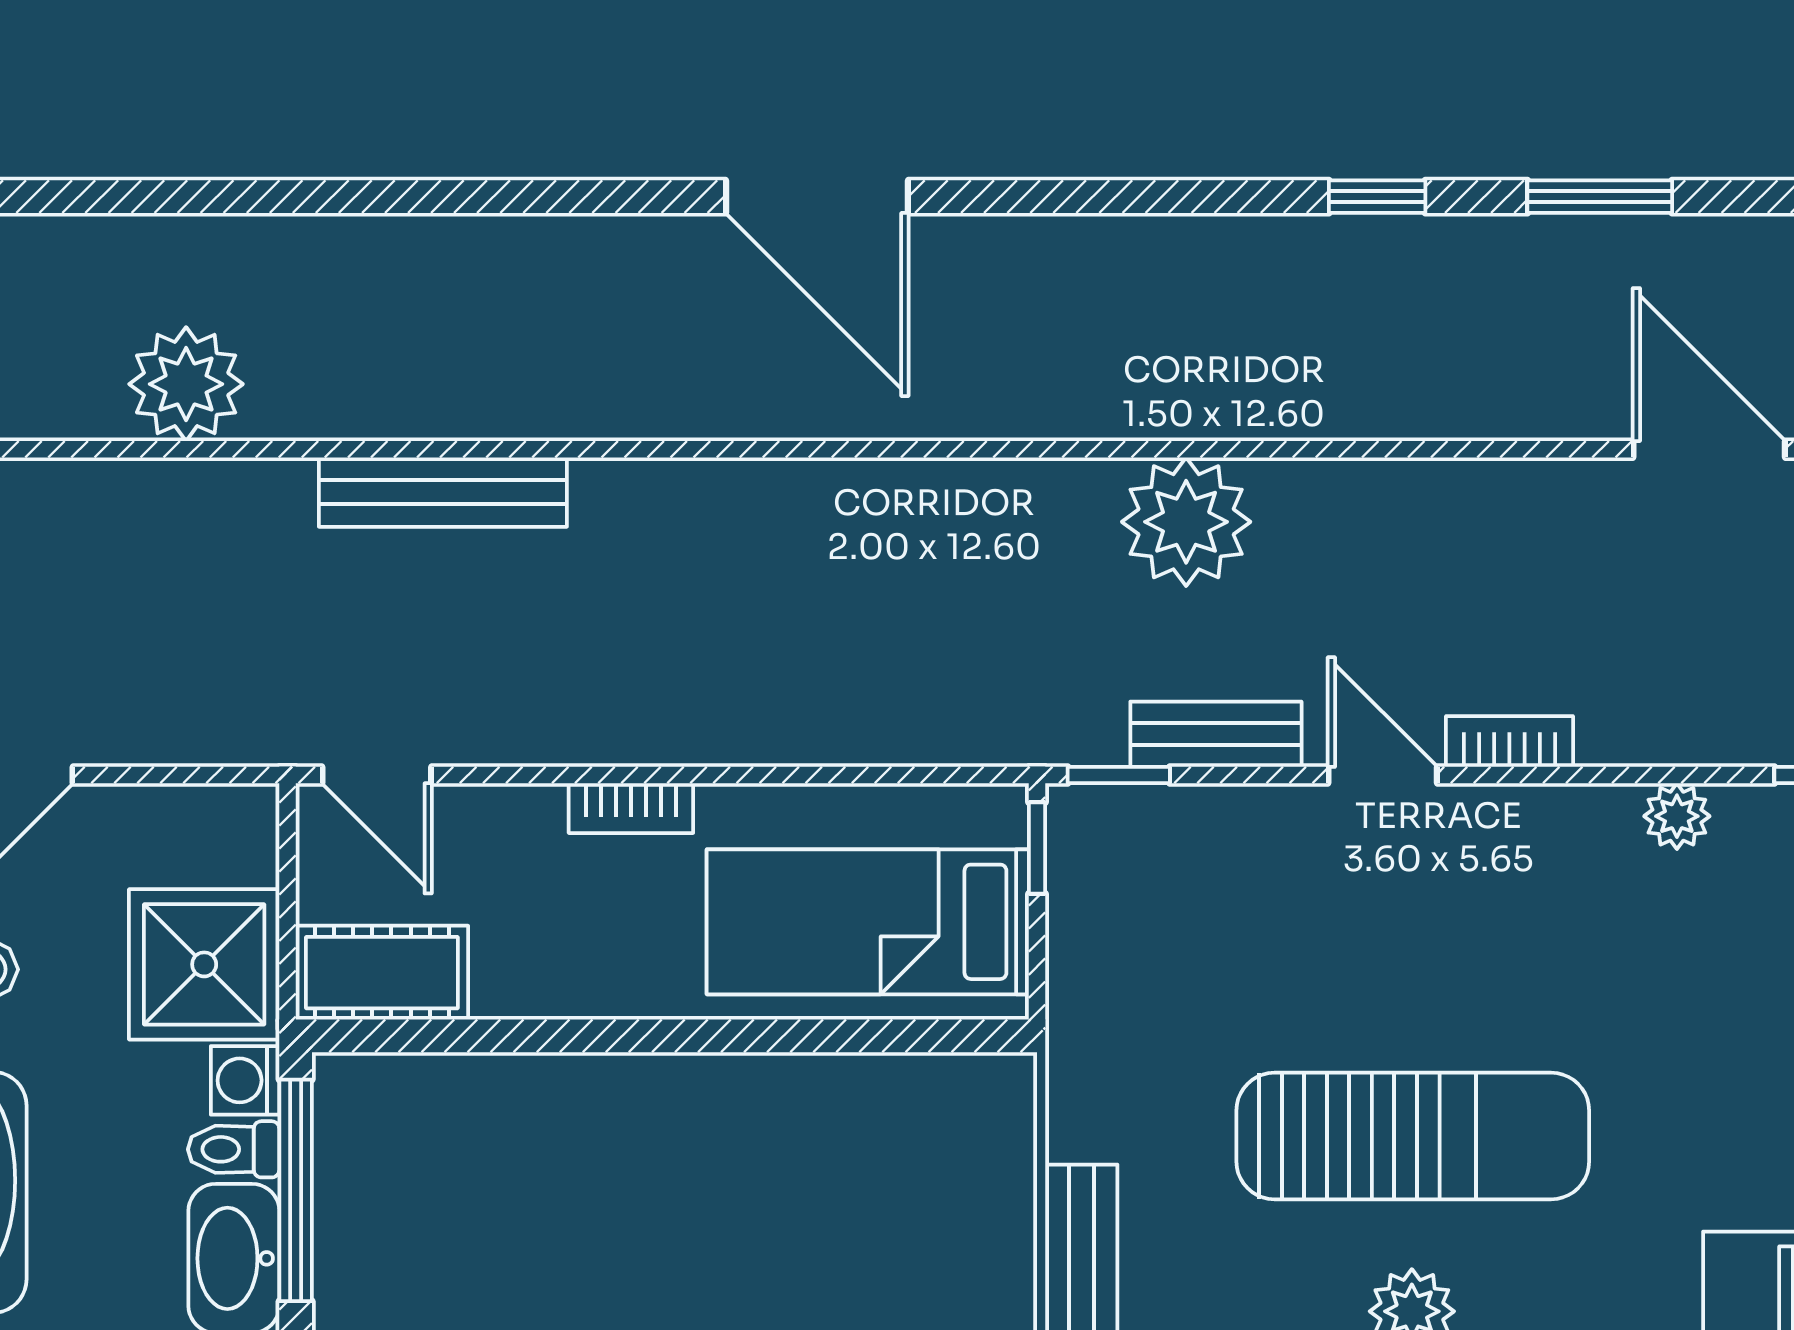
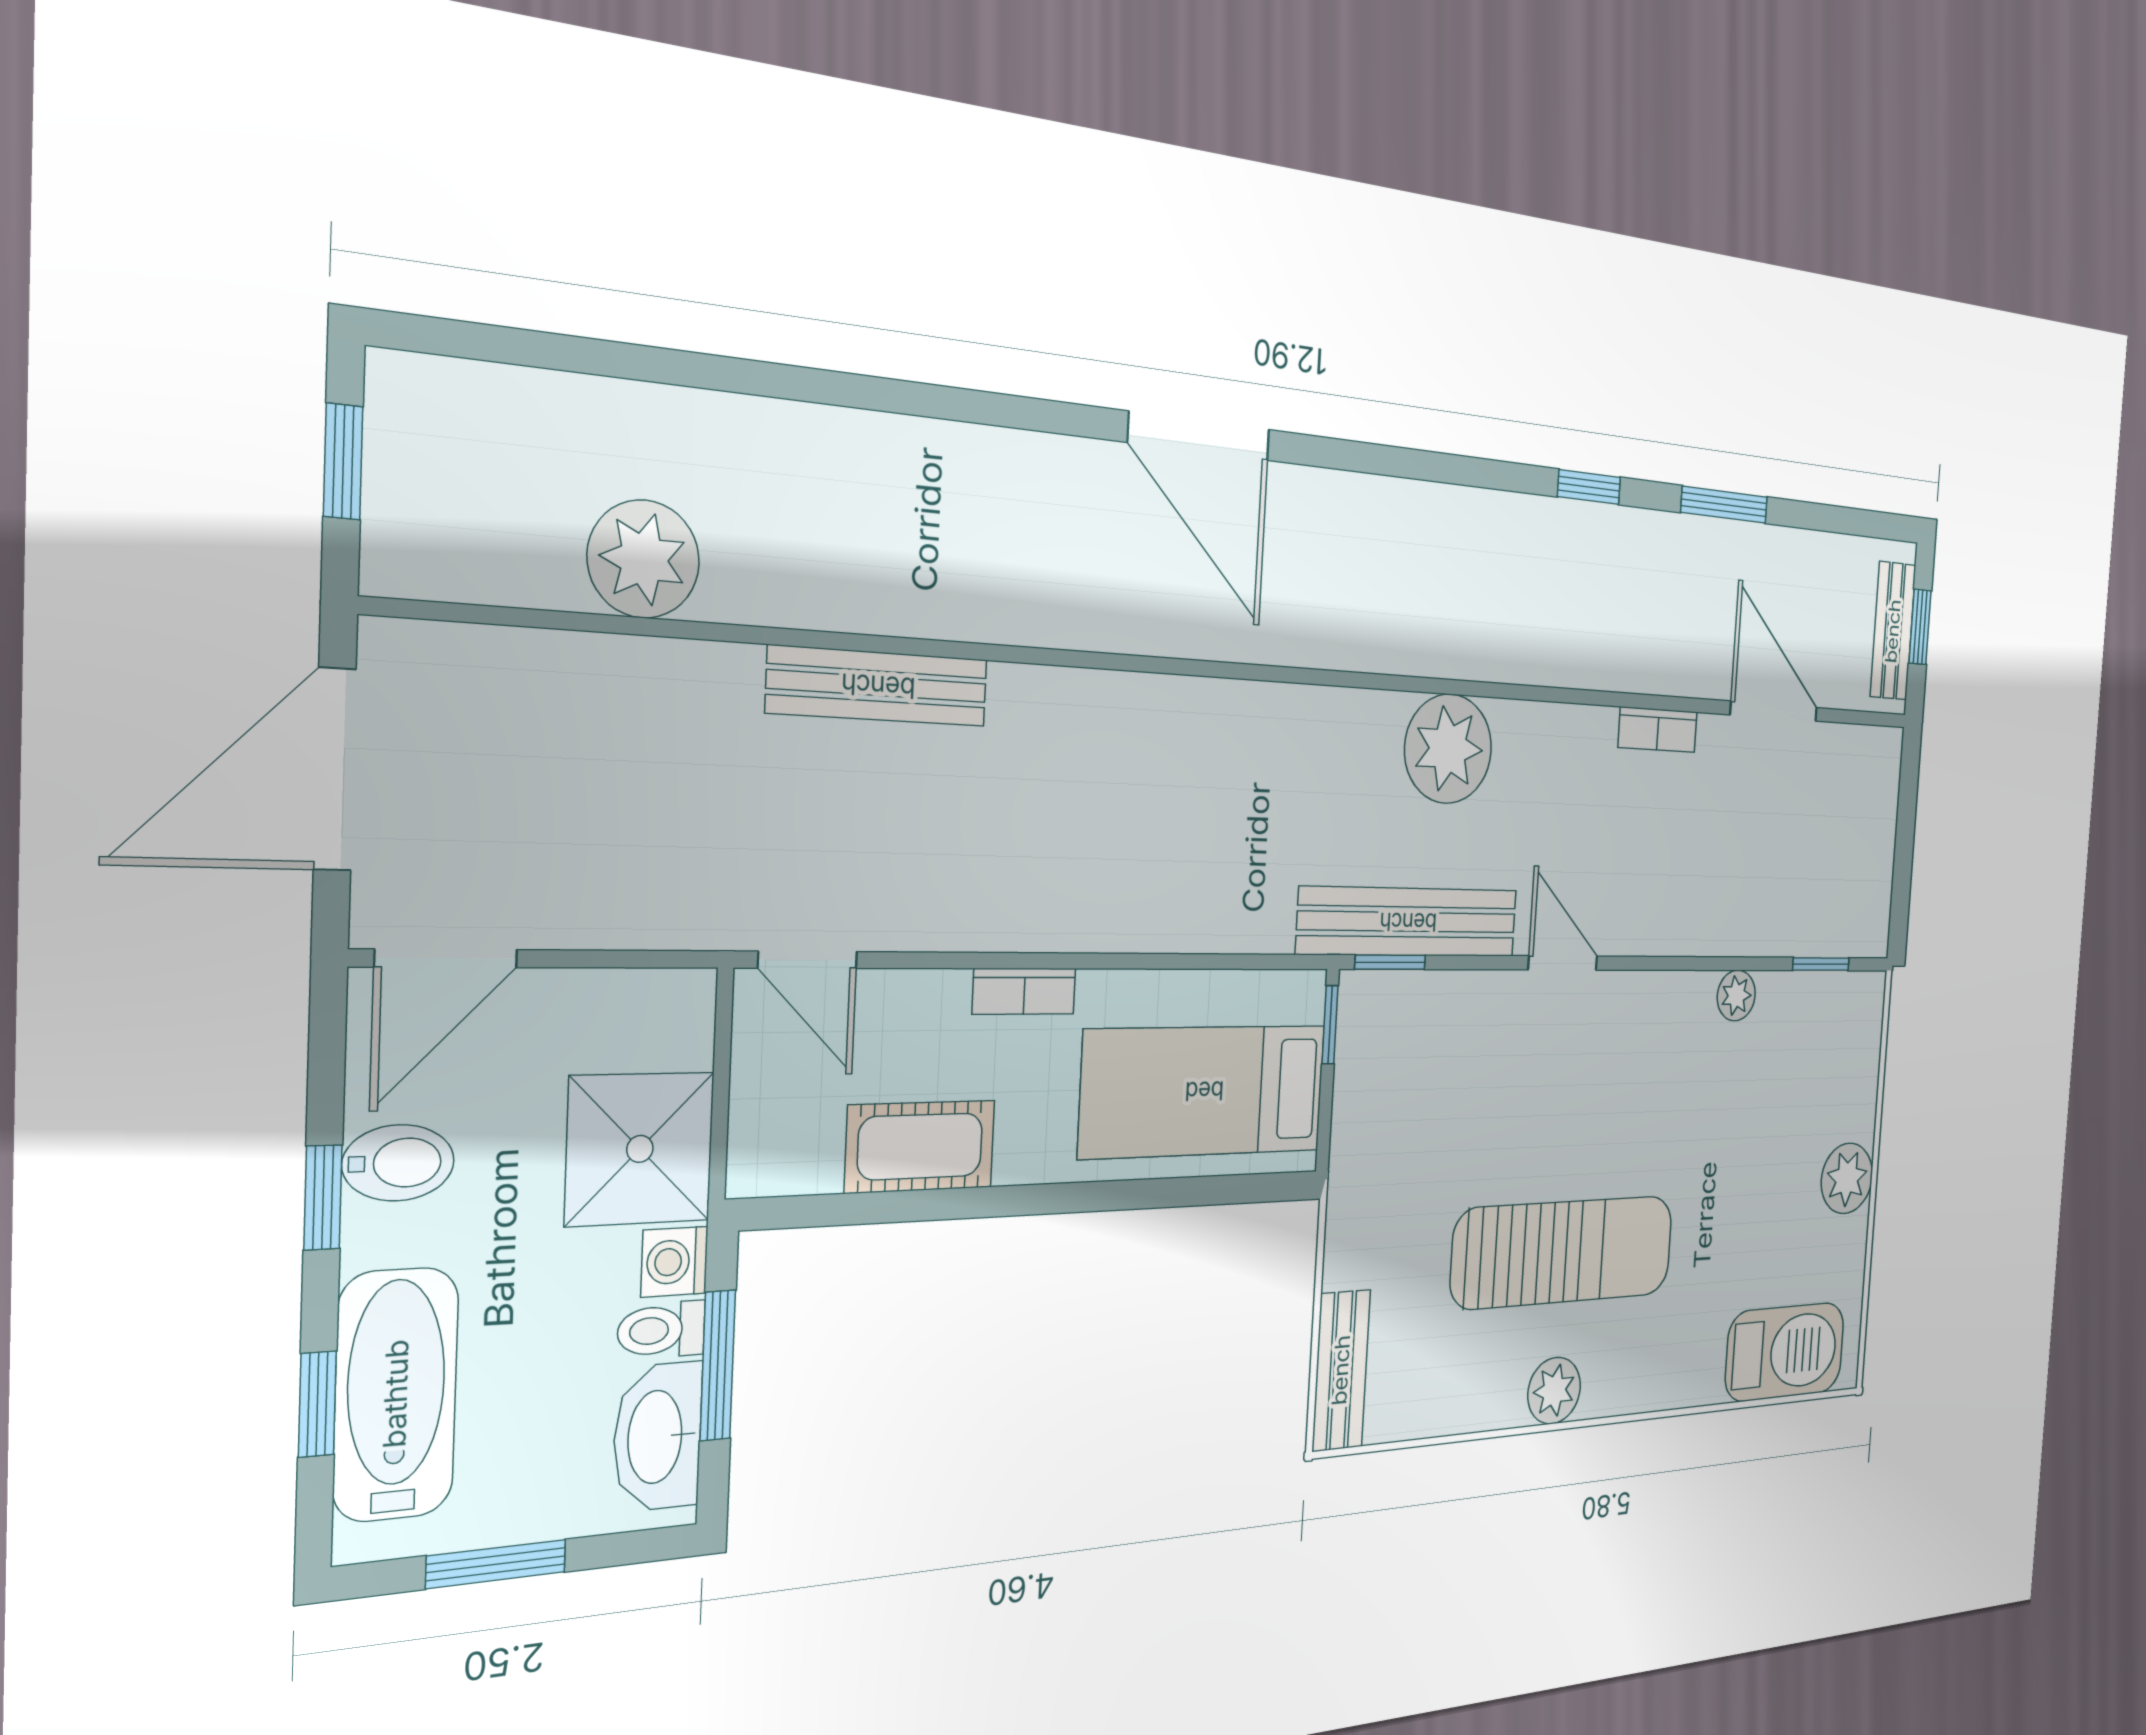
bench: (1216, 734) -> (1408, 922), width x1.86, depth x1.21
bookcase: (1509, 742) -> (1658, 730), moved, turned 180
cot: (382, 973) -> (920, 1146), moved
window: (296, 1190) -> (718, 1365), width x0.69

